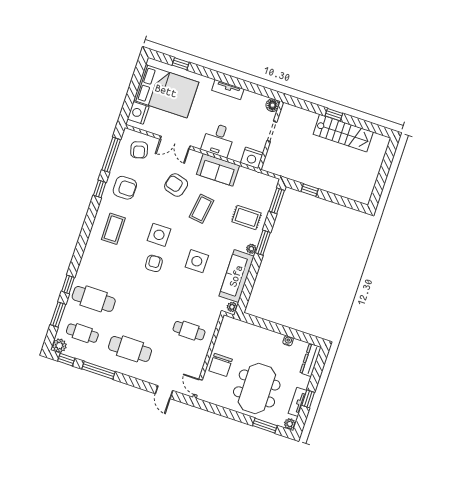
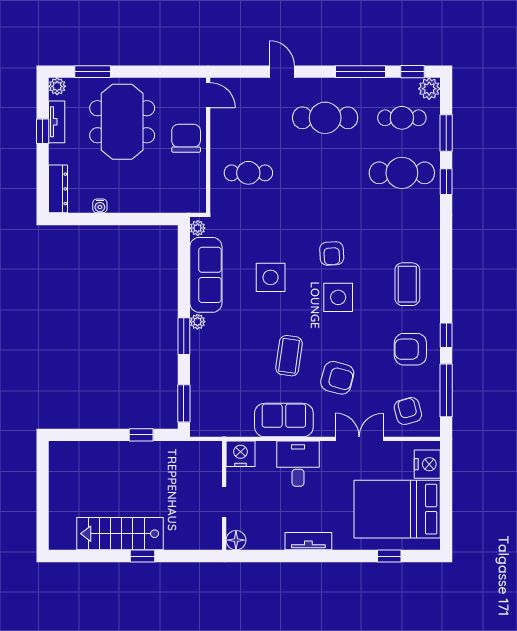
rug: (247, 217) -> (220, 365), removed
door: (164, 392) -> (282, 72), moved

